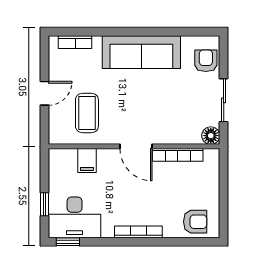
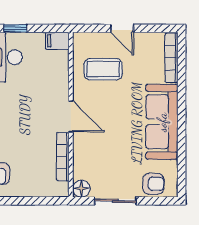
bookcase: (75, 42) -> (171, 58), width x1.56
door: (136, 146) -> (71, 116), swing flipped
filing cabinet: (87, 160) -> (57, 41), moved

